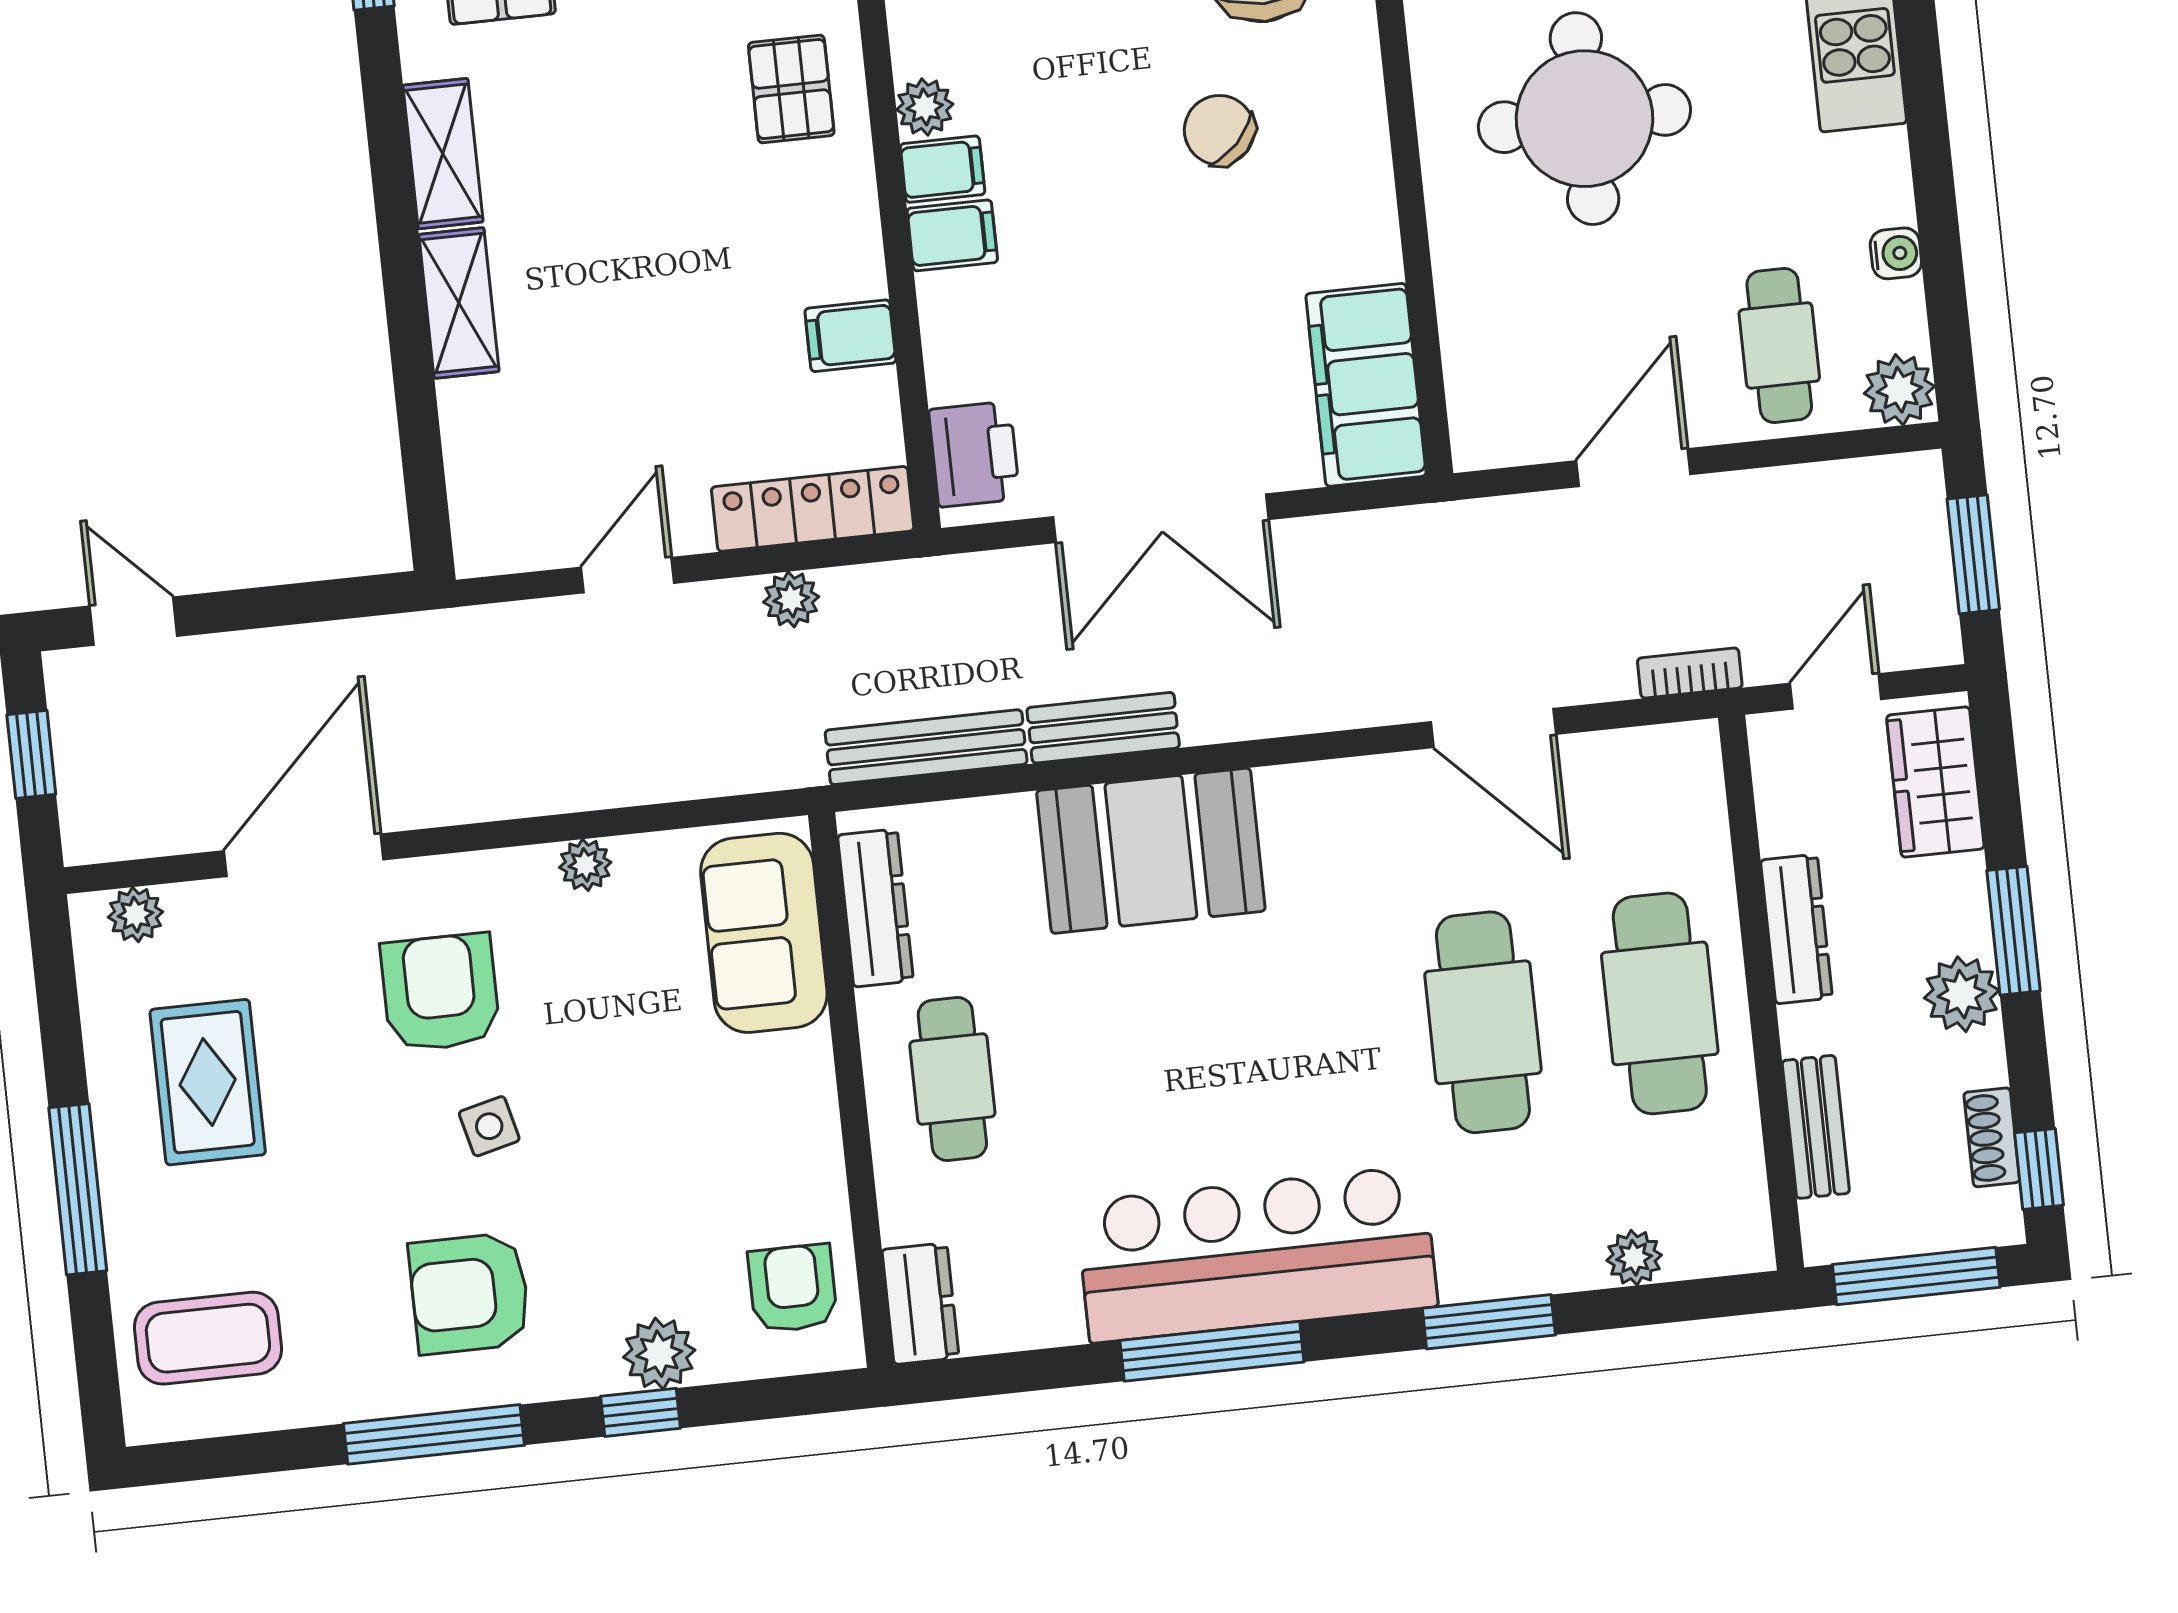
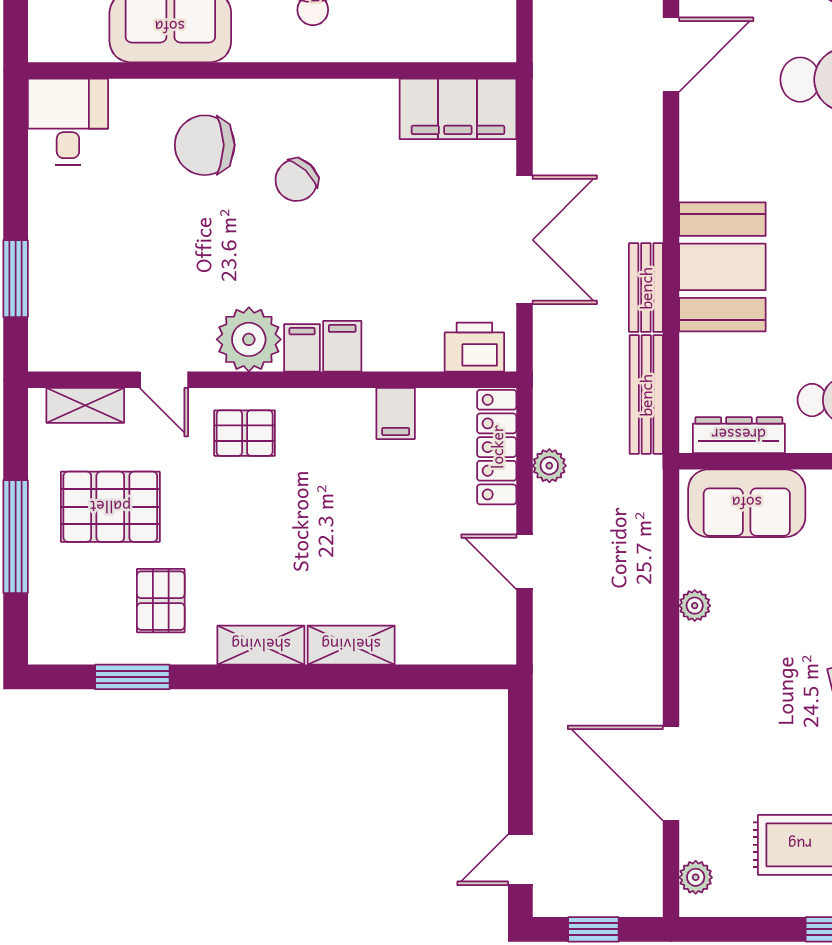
plant: (925, 107) -> (249, 339), width x1.88, depth x1.88
armchair: (440, 992) -> (762, 700), removed

